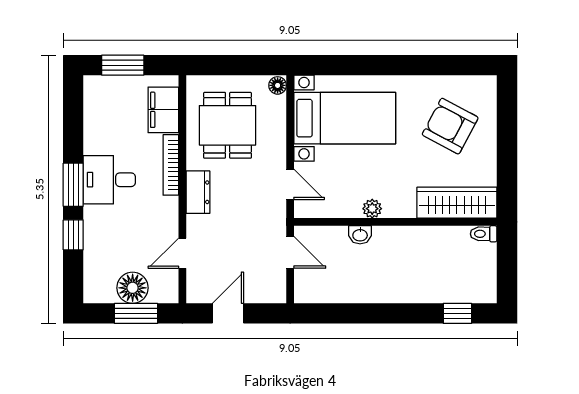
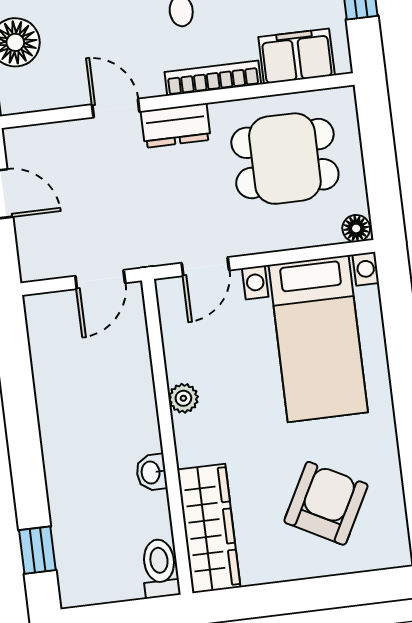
toilet: (484, 234) -> (160, 568), width x1.37, depth x1.39
washbasin: (360, 235) -> (151, 472), moved
door: (182, 253) -> (116, 108), moved

